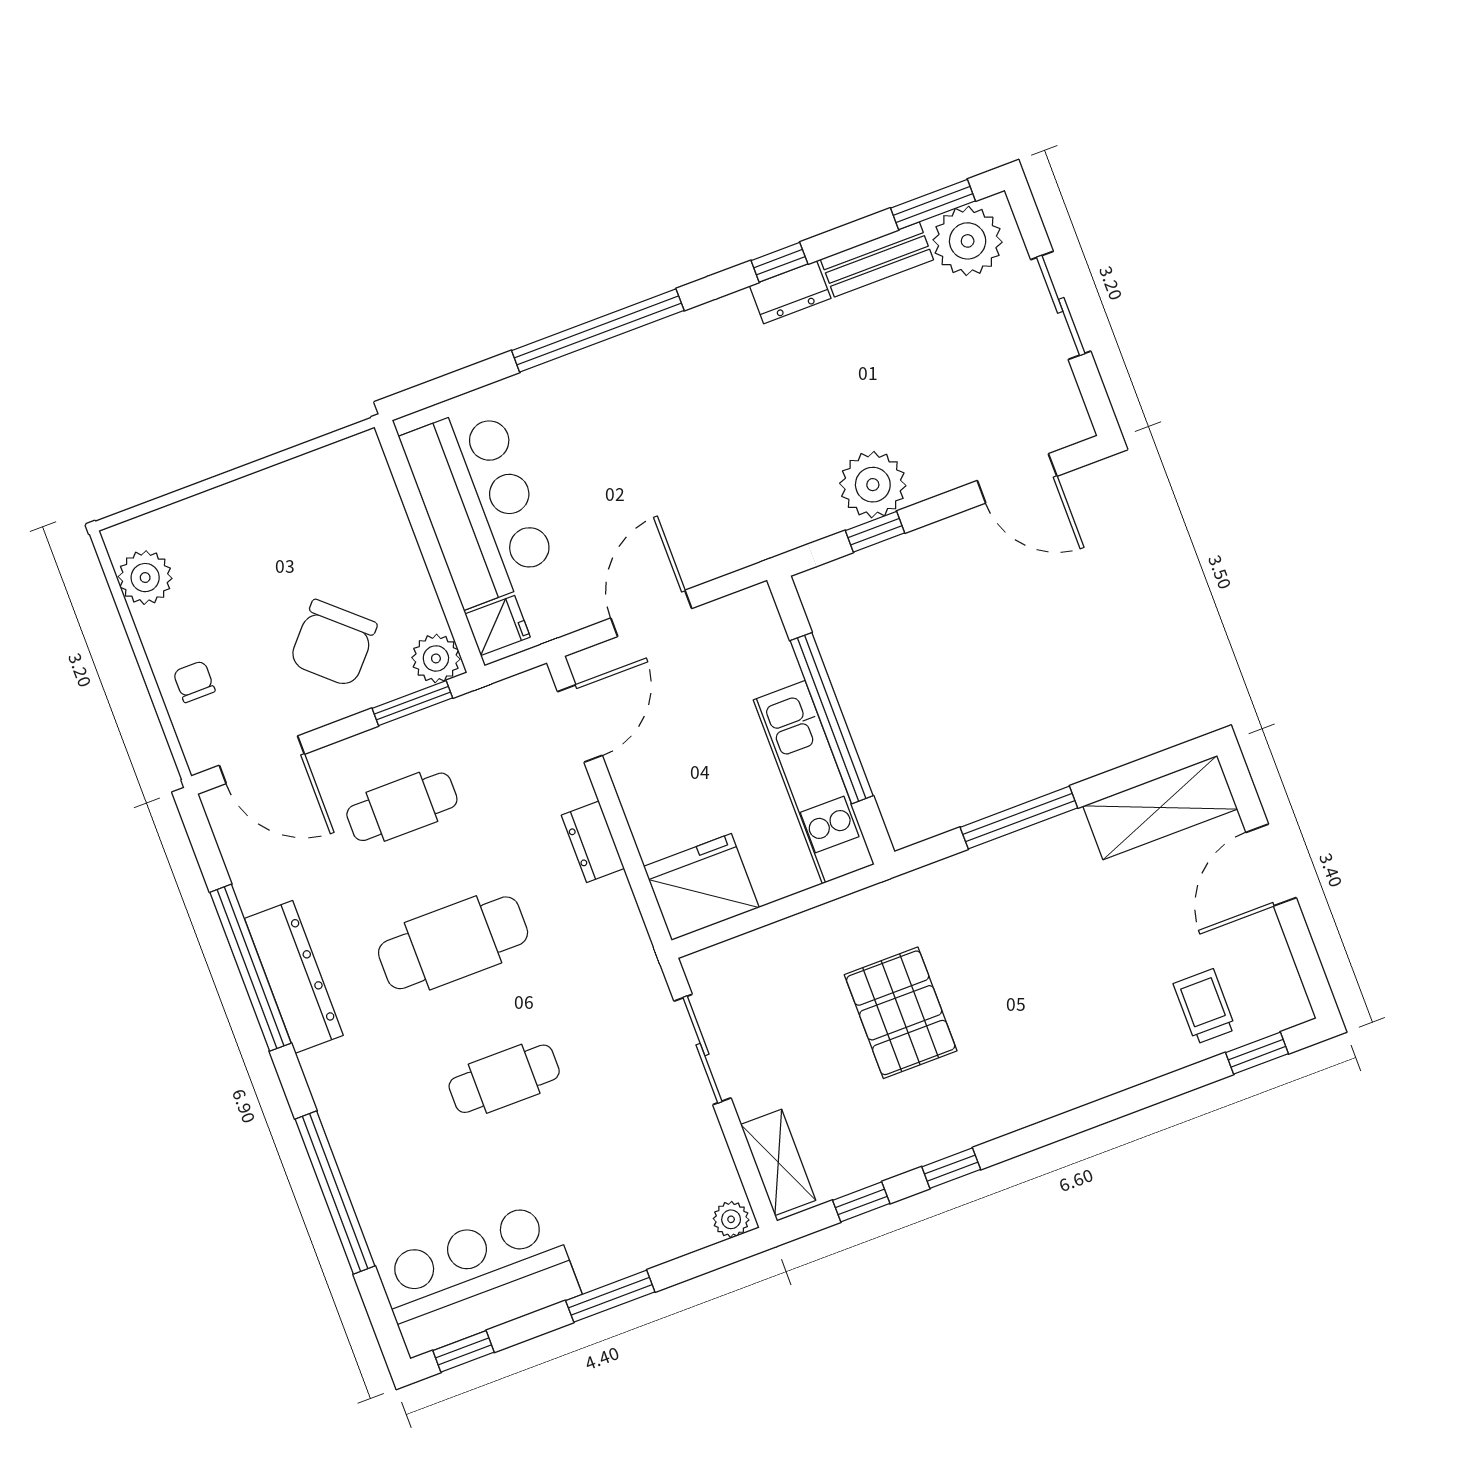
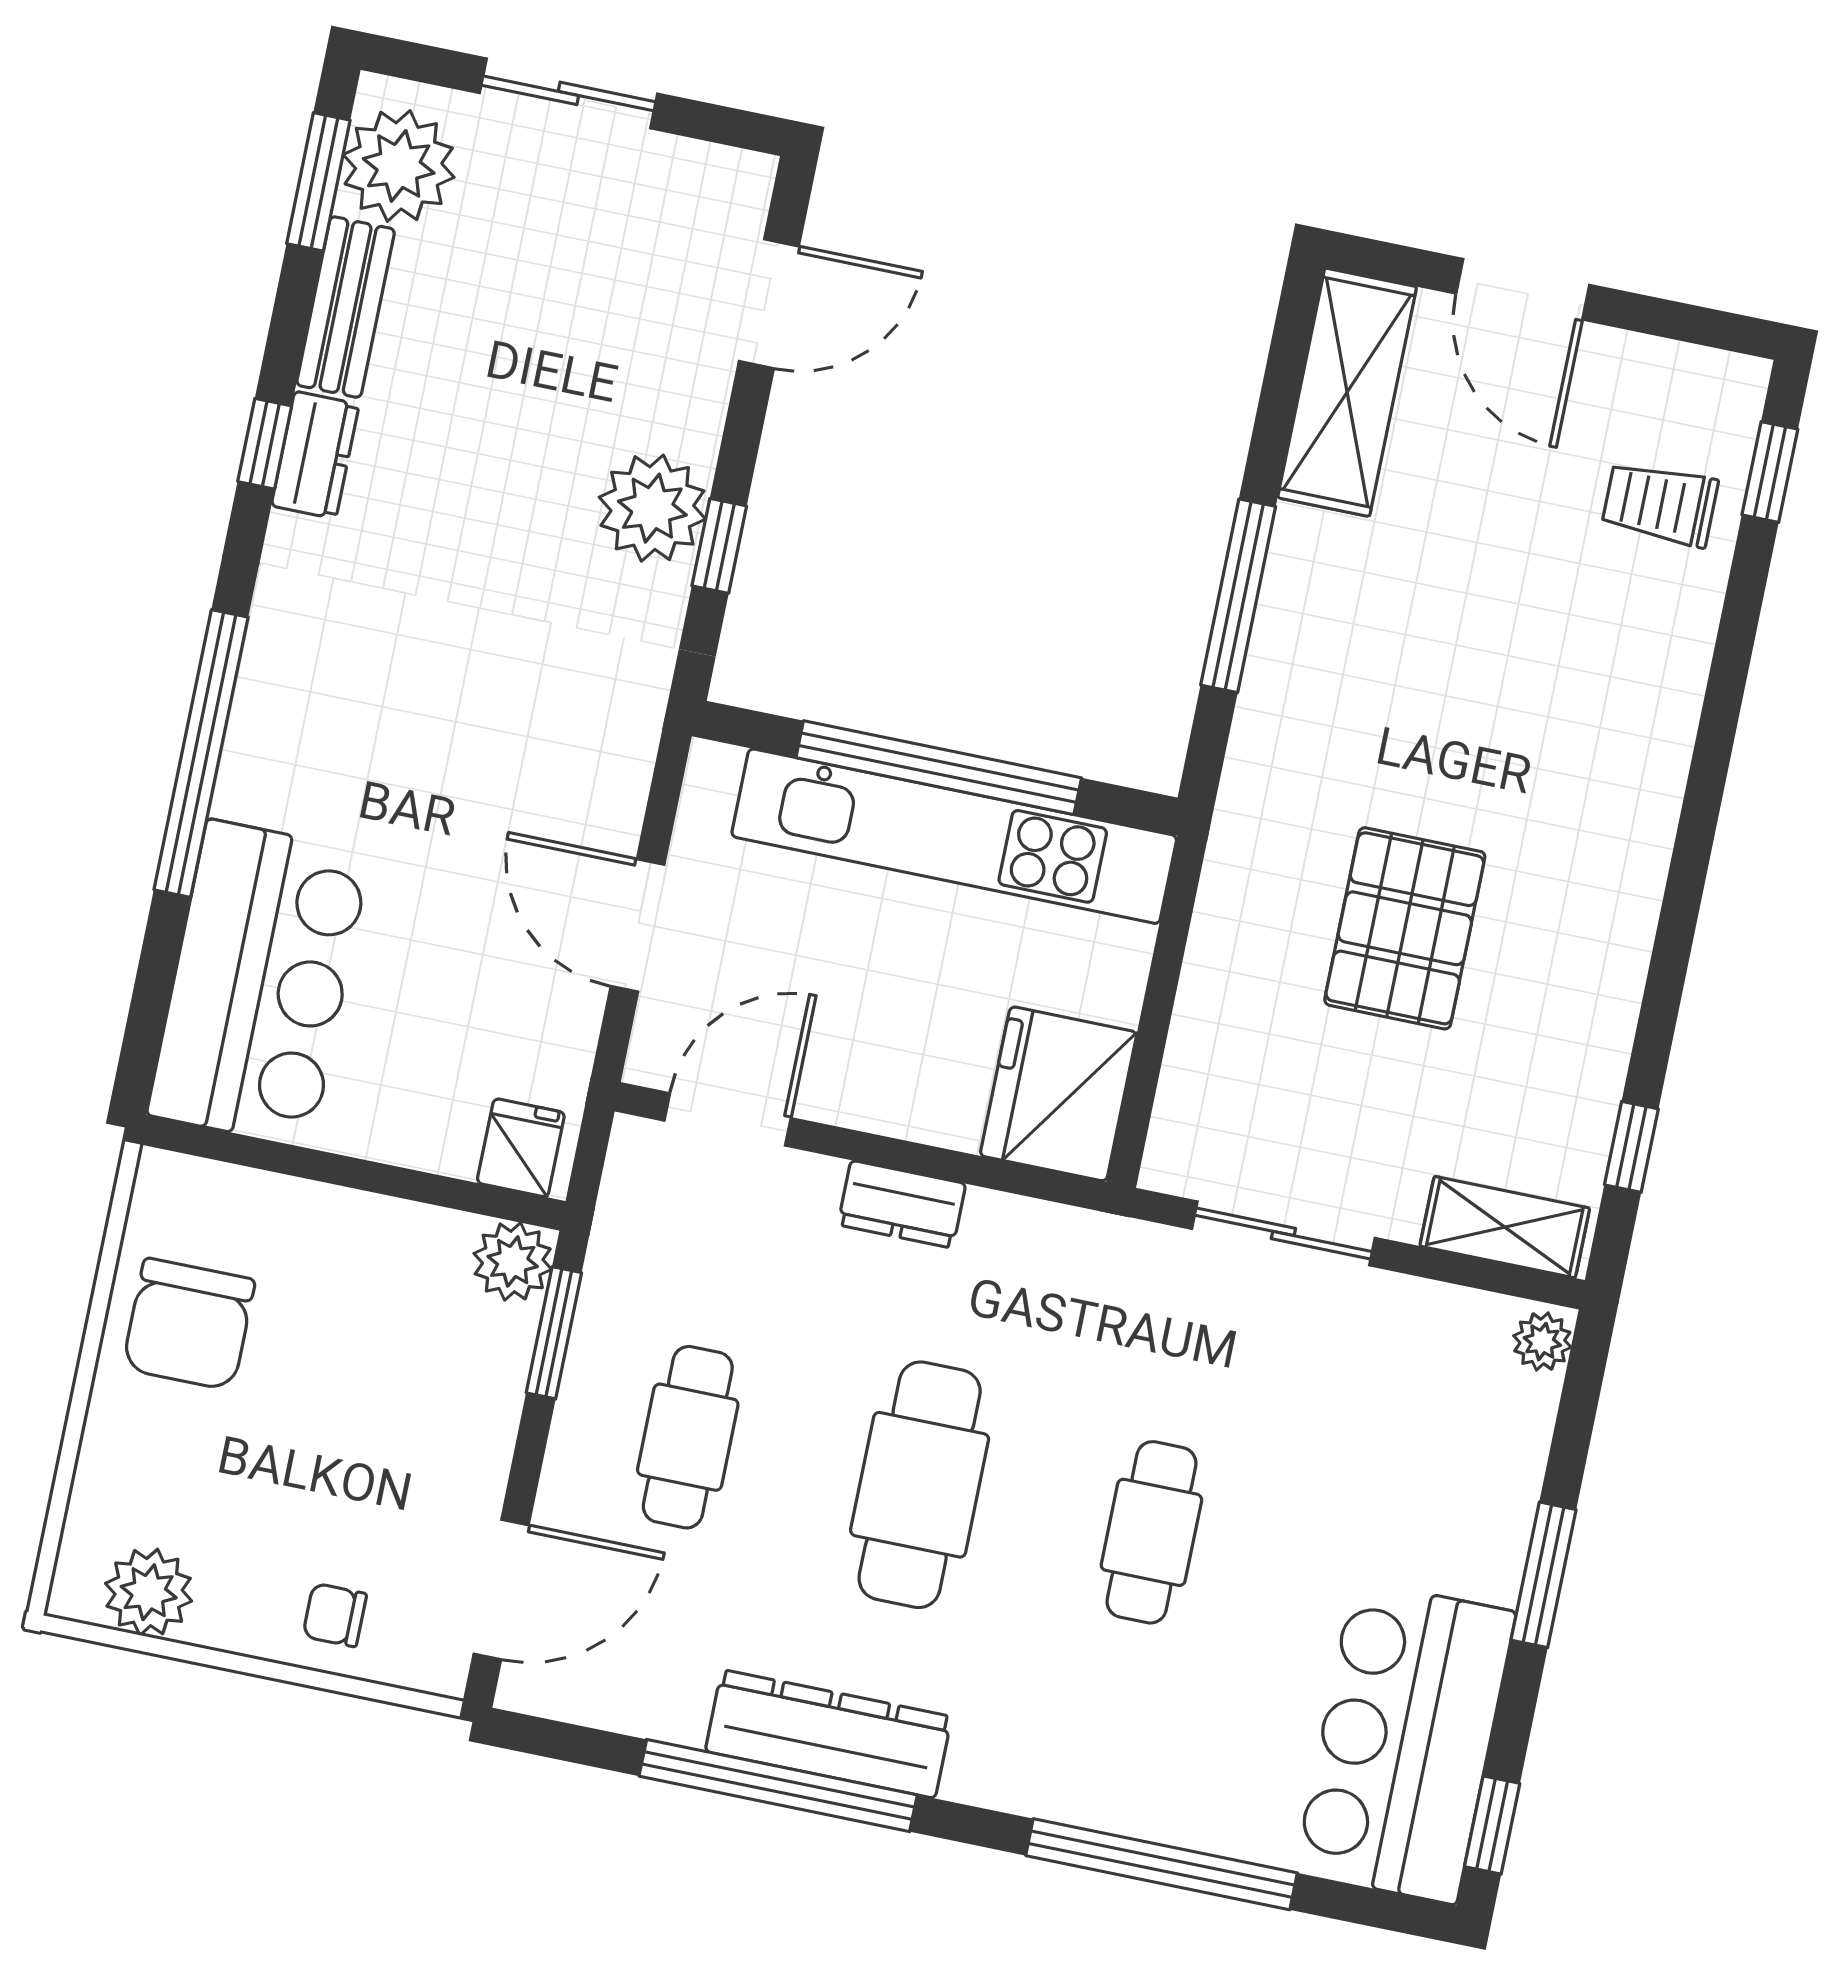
bar counter: (479, 505) -> (259, 983), moved, turned 90
chair: (333, 643) -> (189, 1324), moved, turned 48
door: (580, 724) -> (728, 1119), hinge flipped
kitchen unit: (814, 782) -> (954, 836), width x1.36
pallet: (901, 1013) -> (1405, 928), turned 90
window: (951, 1168) -> (1663, 994), removed

